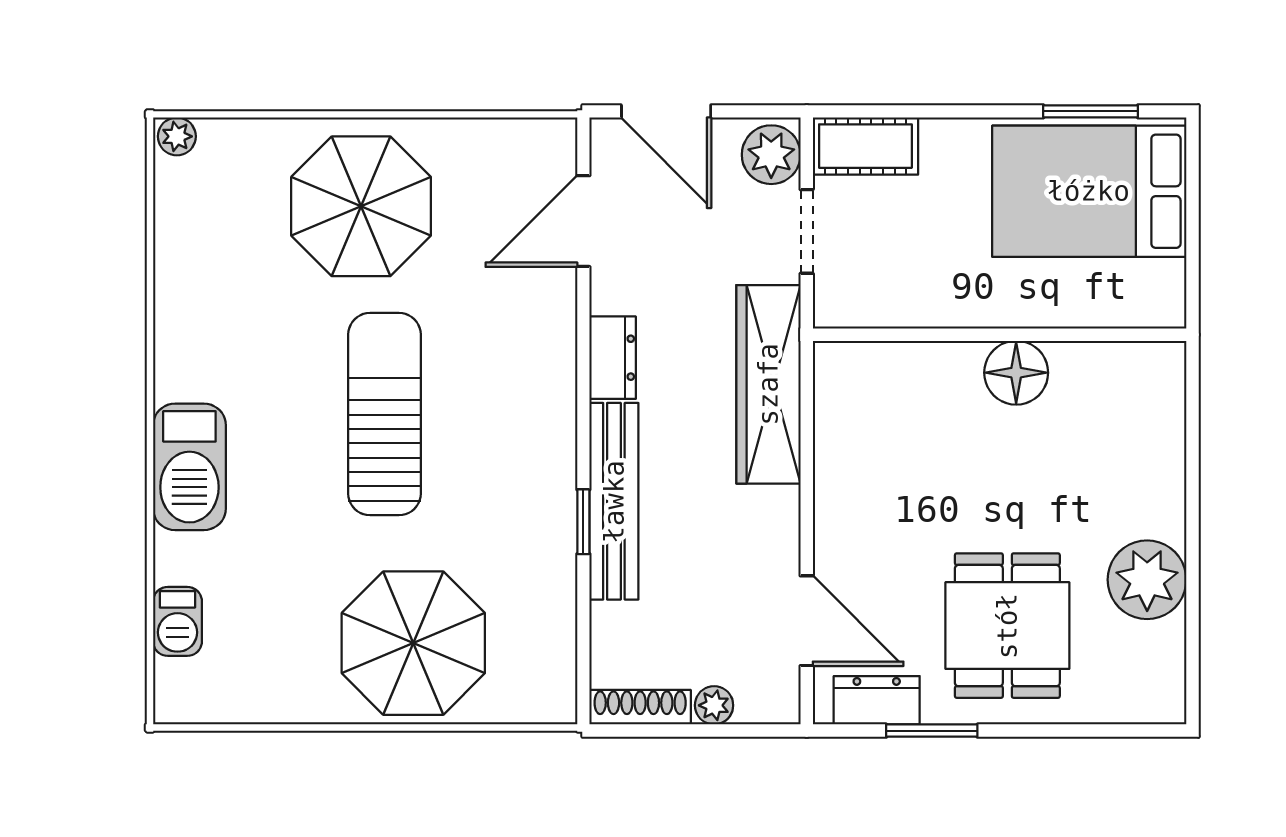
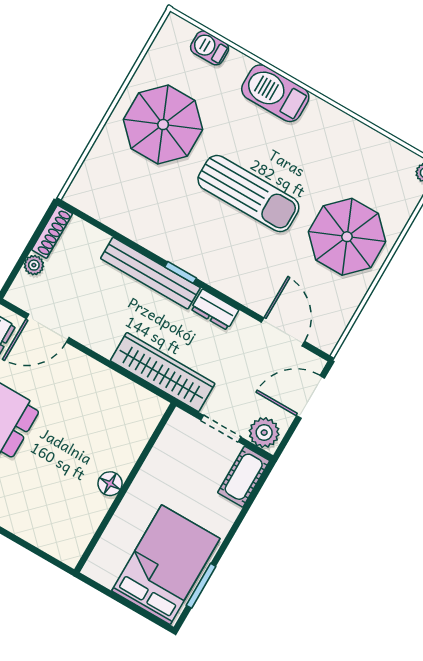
floor lamp: (1016, 373) -> (110, 484), width x0.73, depth x0.73
window: (583, 522) -> (181, 272), moved
parasol: (413, 643) -> (163, 125), moved

